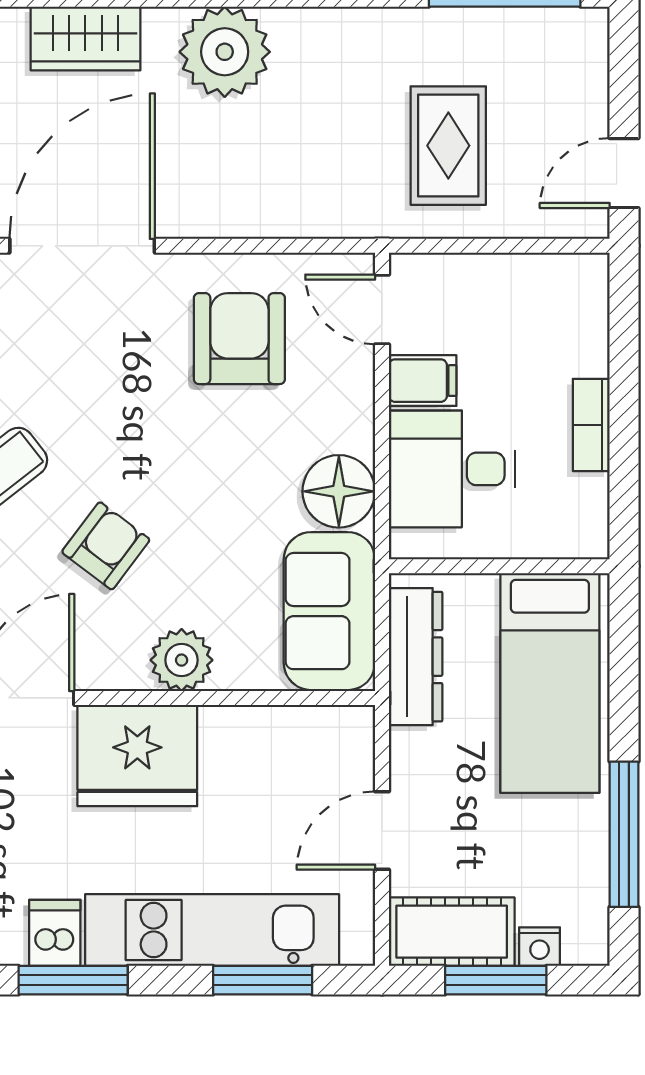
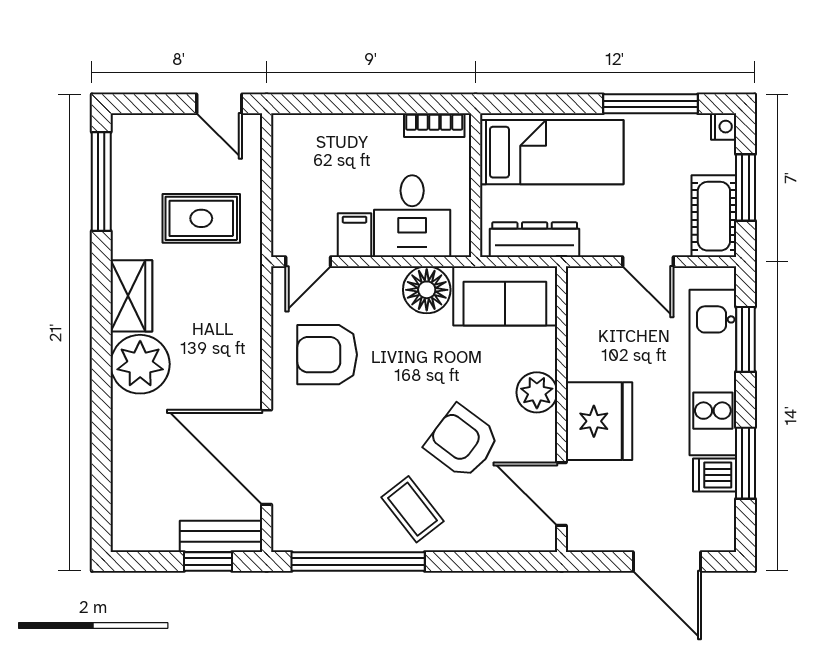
wardrobe: (85, 38) -> (131, 296), moved
bookcase: (591, 425) -> (434, 125), moved
armchair: (106, 546) -> (462, 442), width x1.38, depth x1.38
nightstand: (540, 947) -> (724, 127), moved

